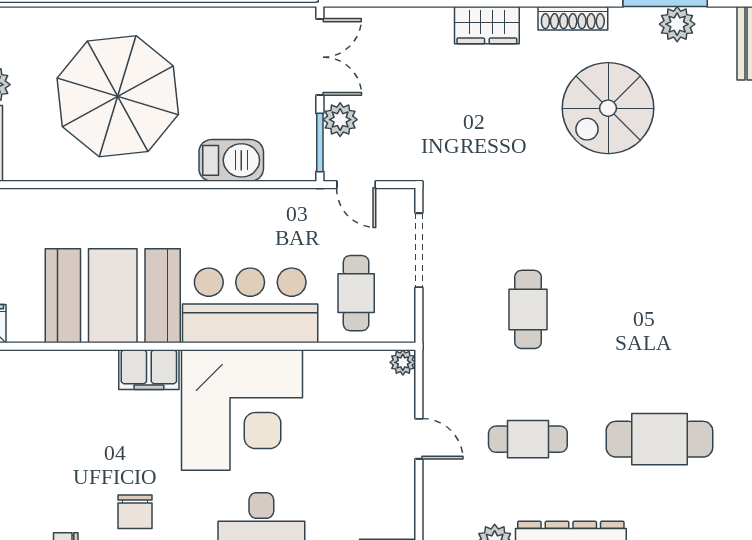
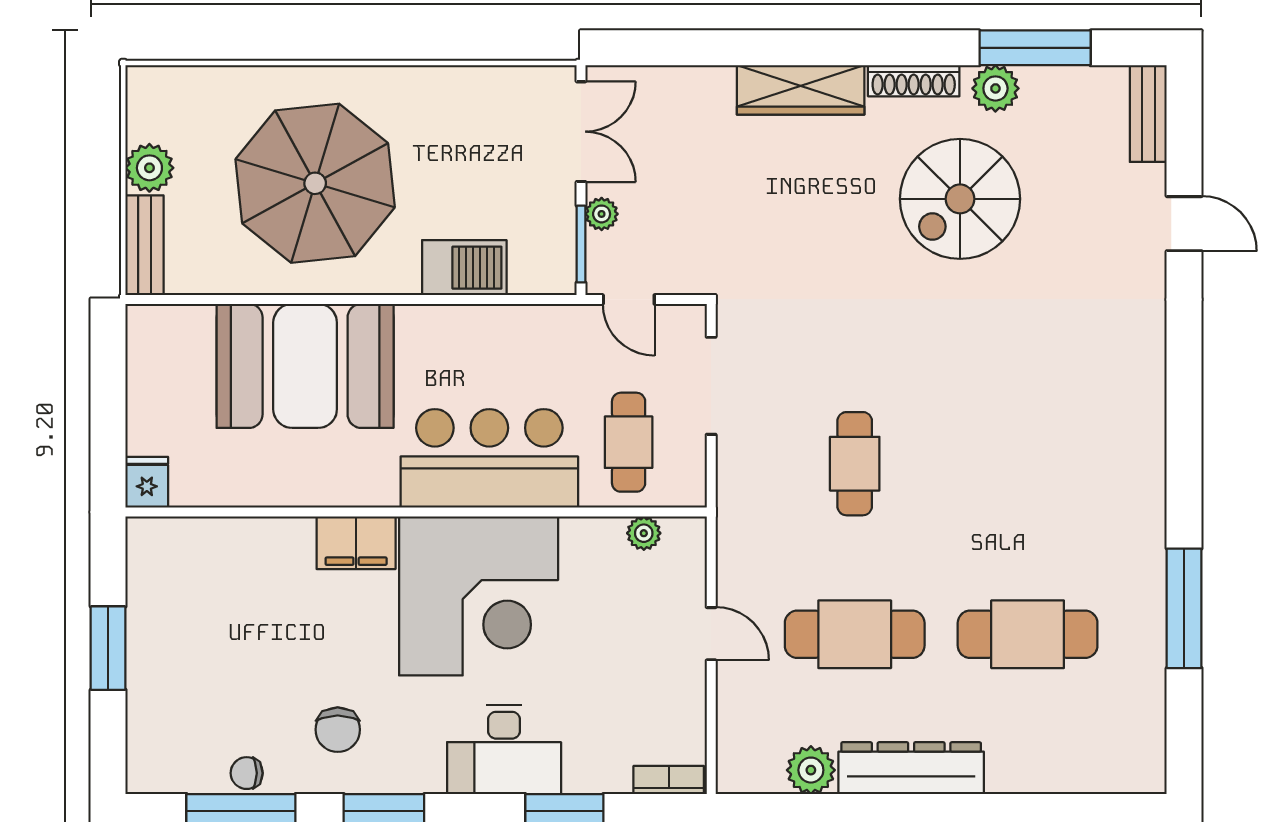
plant: (677, 24) -> (995, 88), moved
wardrobe: (487, 25) -> (801, 90), width x1.50
plant: (340, 120) -> (602, 214), width x0.73, depth x0.73
booth: (113, 296) -> (305, 366), moved
plant: (403, 362) -> (644, 533), moved
cafe table: (528, 439) -> (855, 634), width x1.37, depth x1.35

